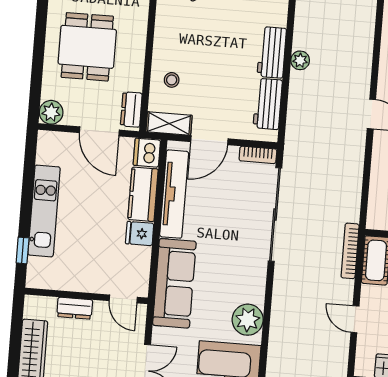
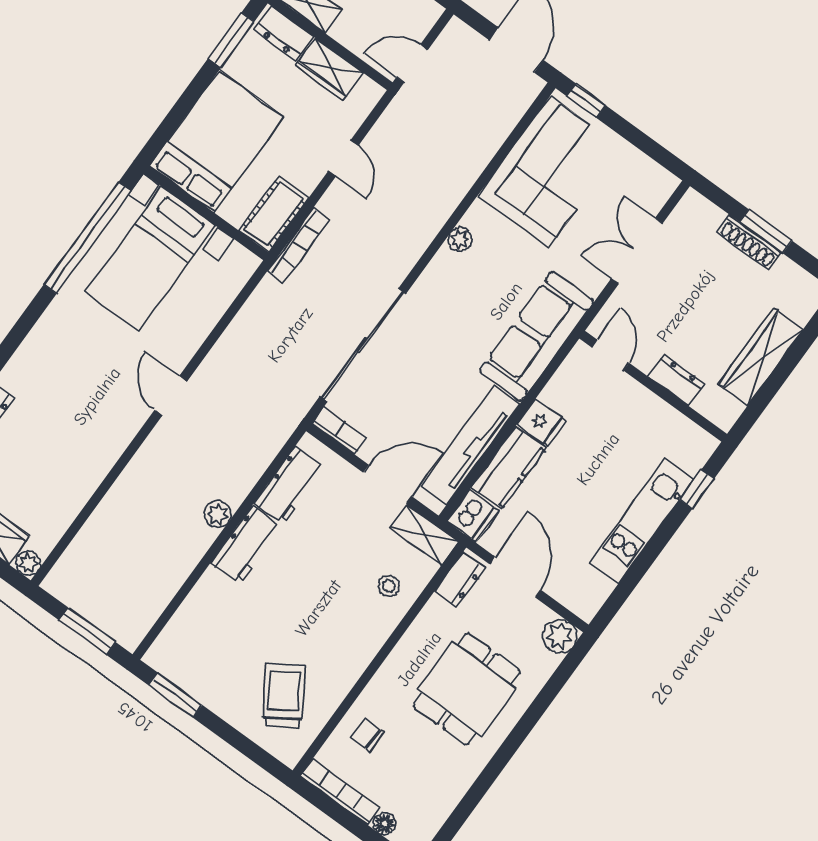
plant: (248, 320) -> (460, 240), width x0.53, depth x0.53

